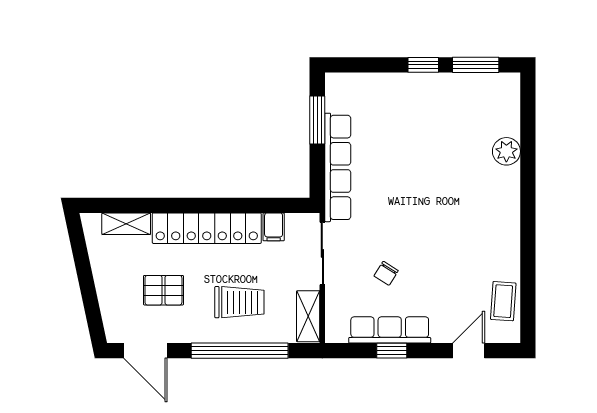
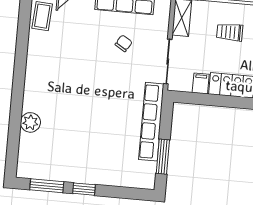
trolley: (239, 302) -> (230, 32), width x0.73, depth x0.72

